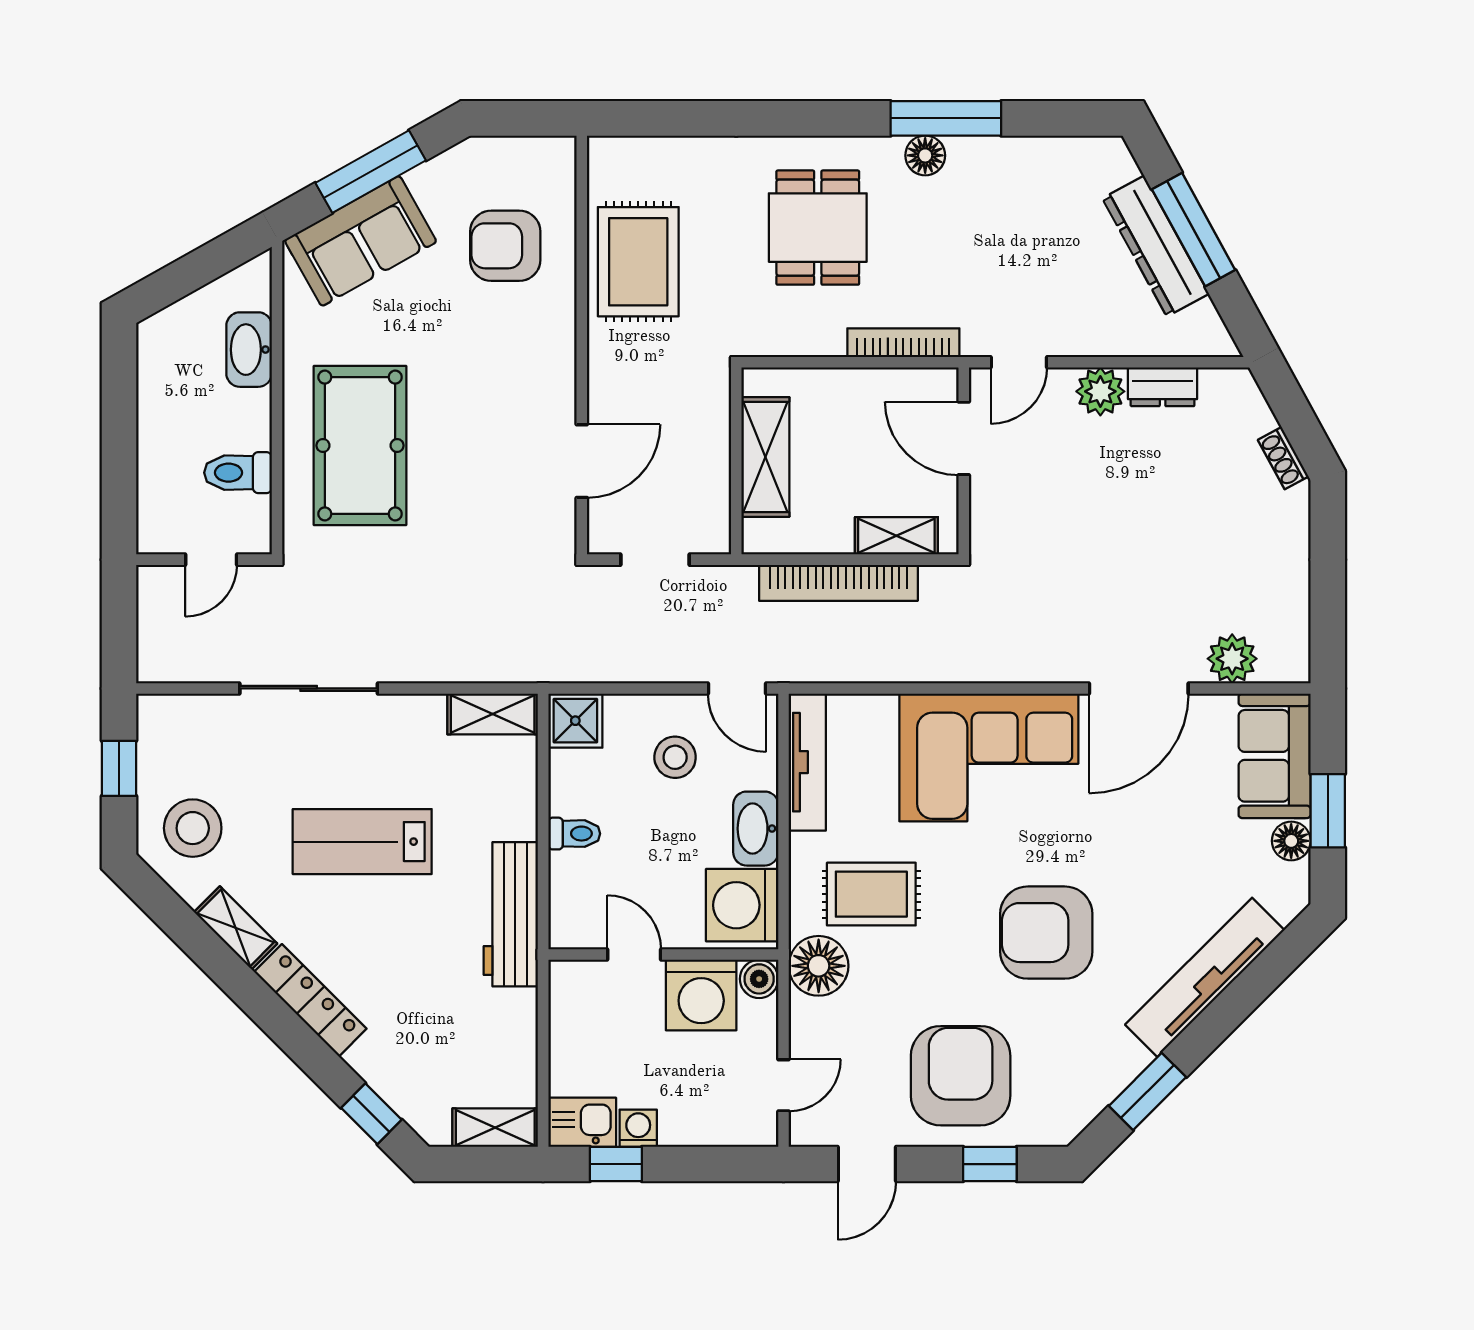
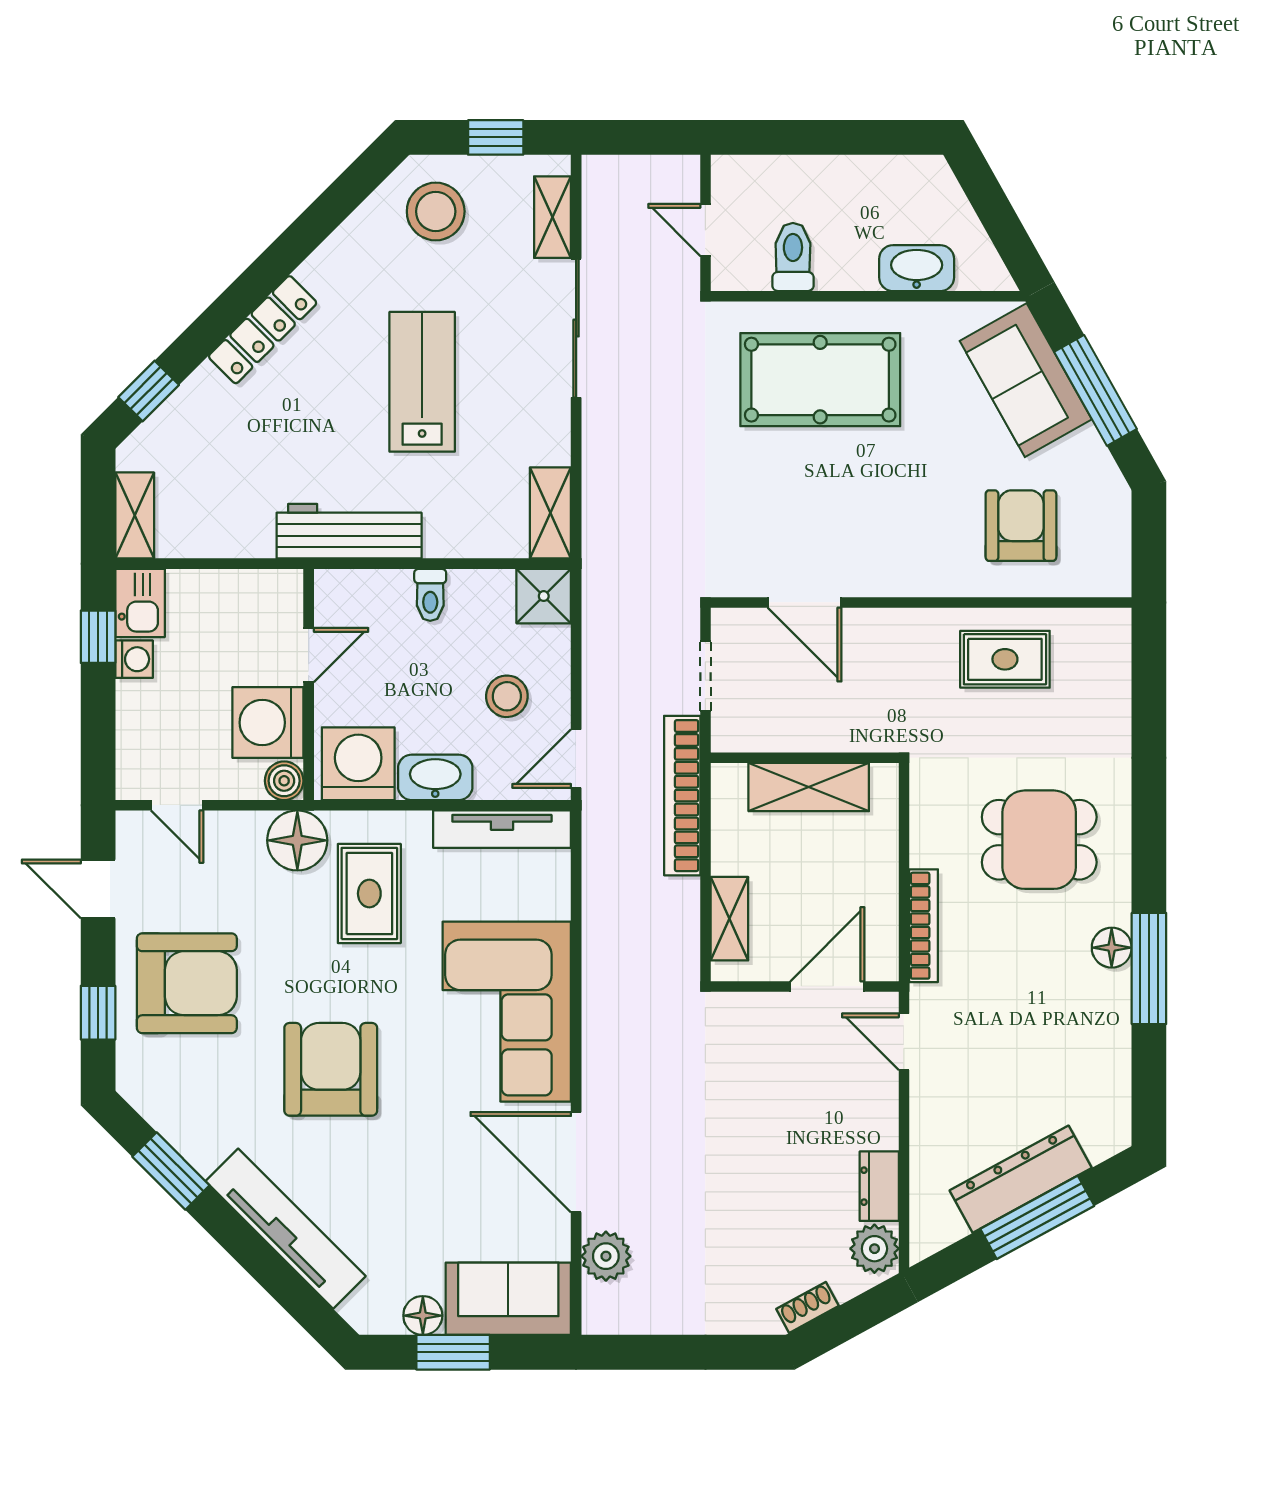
rug: (638, 262) -> (1005, 659), width x0.73, depth x0.70
plant: (1100, 391) -> (874, 1249), moved
bookcase: (838, 583) -> (682, 796), moved
shelving: (236, 928) -> (553, 217), moved, turned -45

